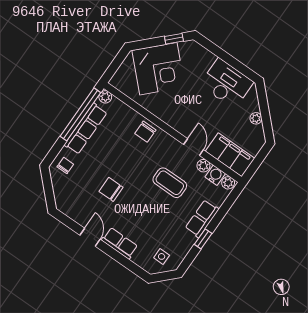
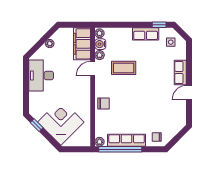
coffee table: (170, 183) -> (124, 68), turned 90
chair: (111, 189) -> (152, 100), removed
row of seats: (202, 219) -> (146, 34), moved
window: (203, 239) -> (159, 25), moved

